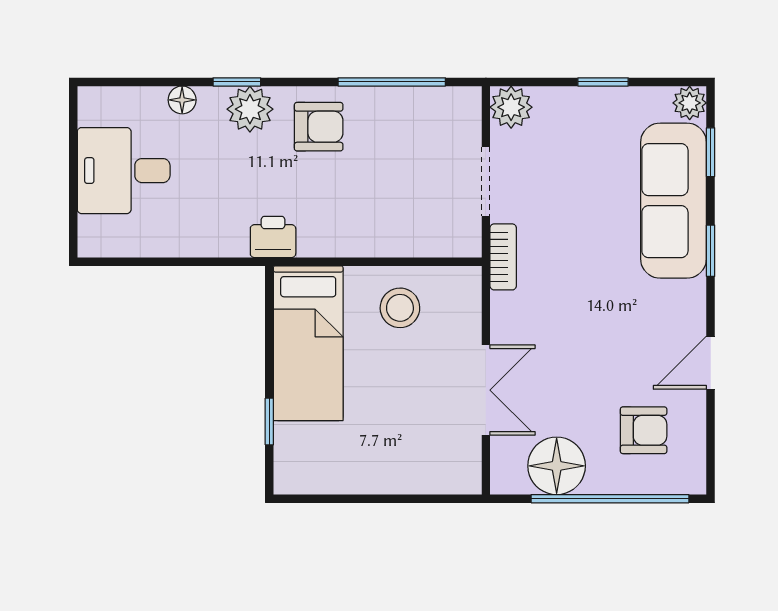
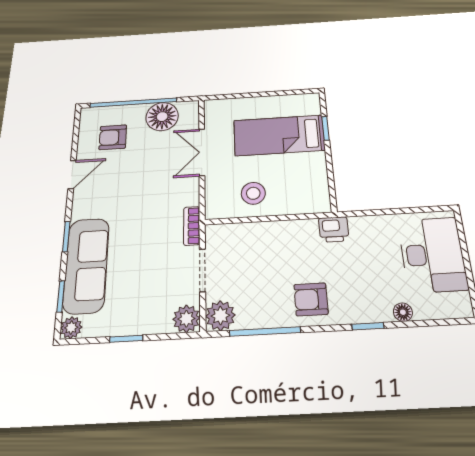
plant: (250, 109) -> (220, 316), moved
desk: (124, 171) -> (432, 254), width x1.37
bed: (308, 343) -> (279, 135), moved, turned -90

